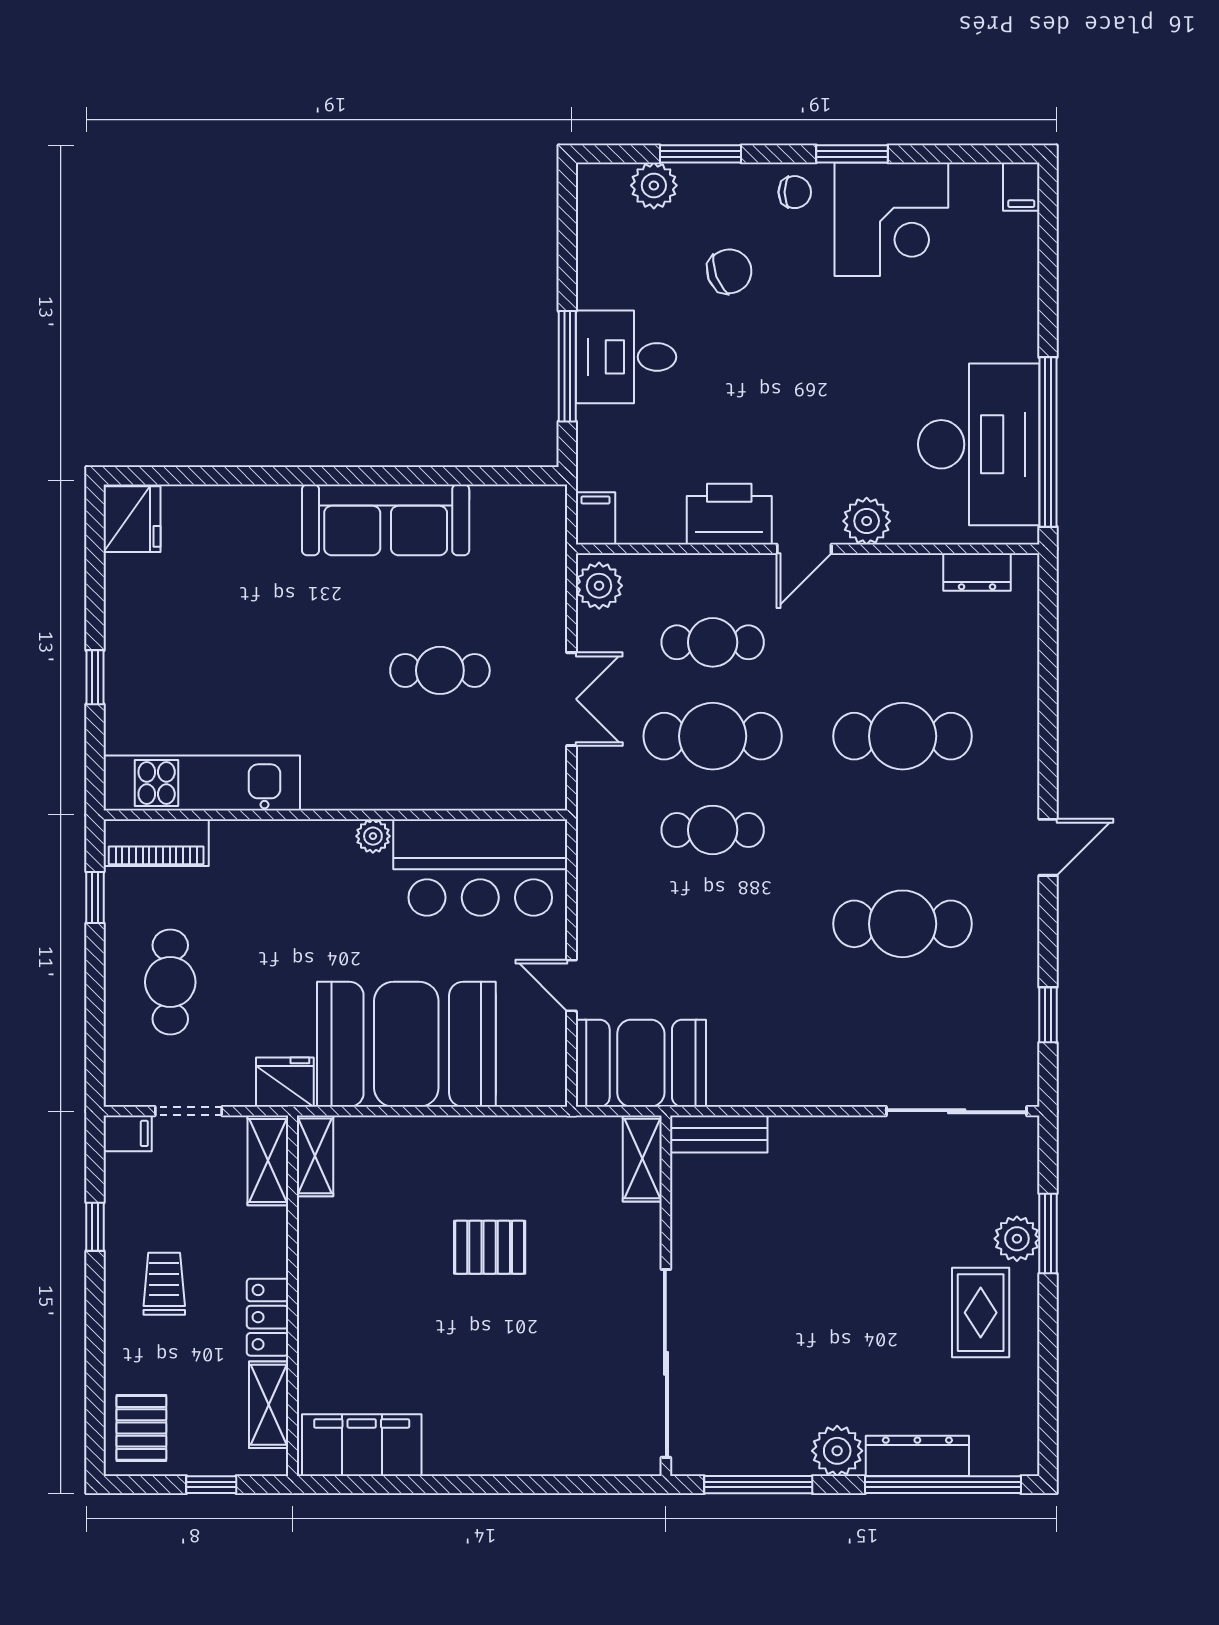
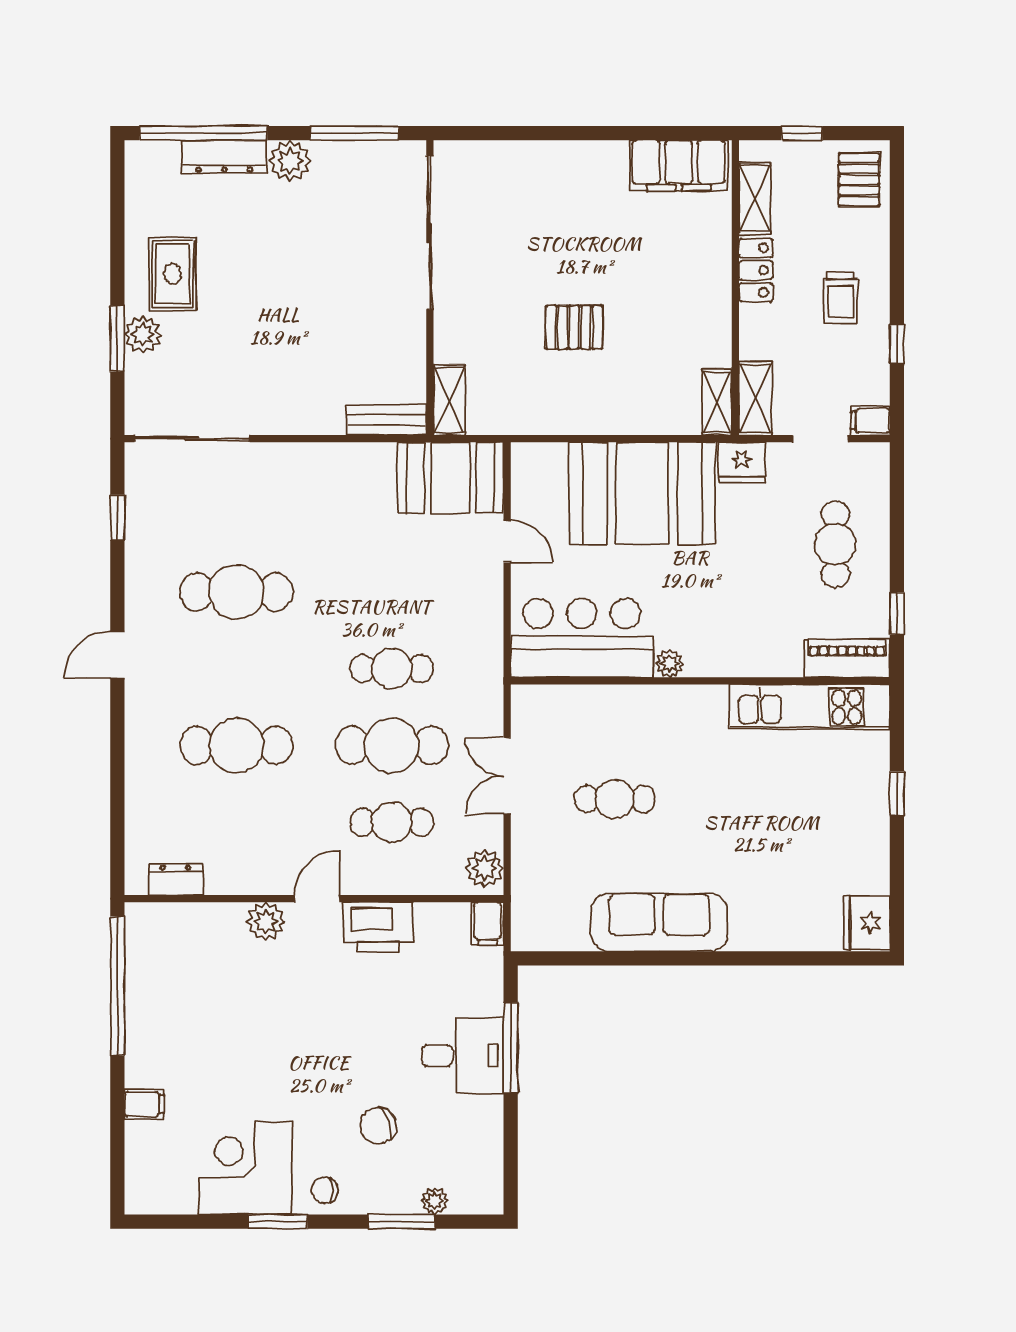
plant: (654, 185) -> (435, 1201), width x0.73, depth x0.73
filing cabinet: (1021, 187) -> (144, 1104), moved, turned 90
desk: (979, 444) -> (174, 984), removed

